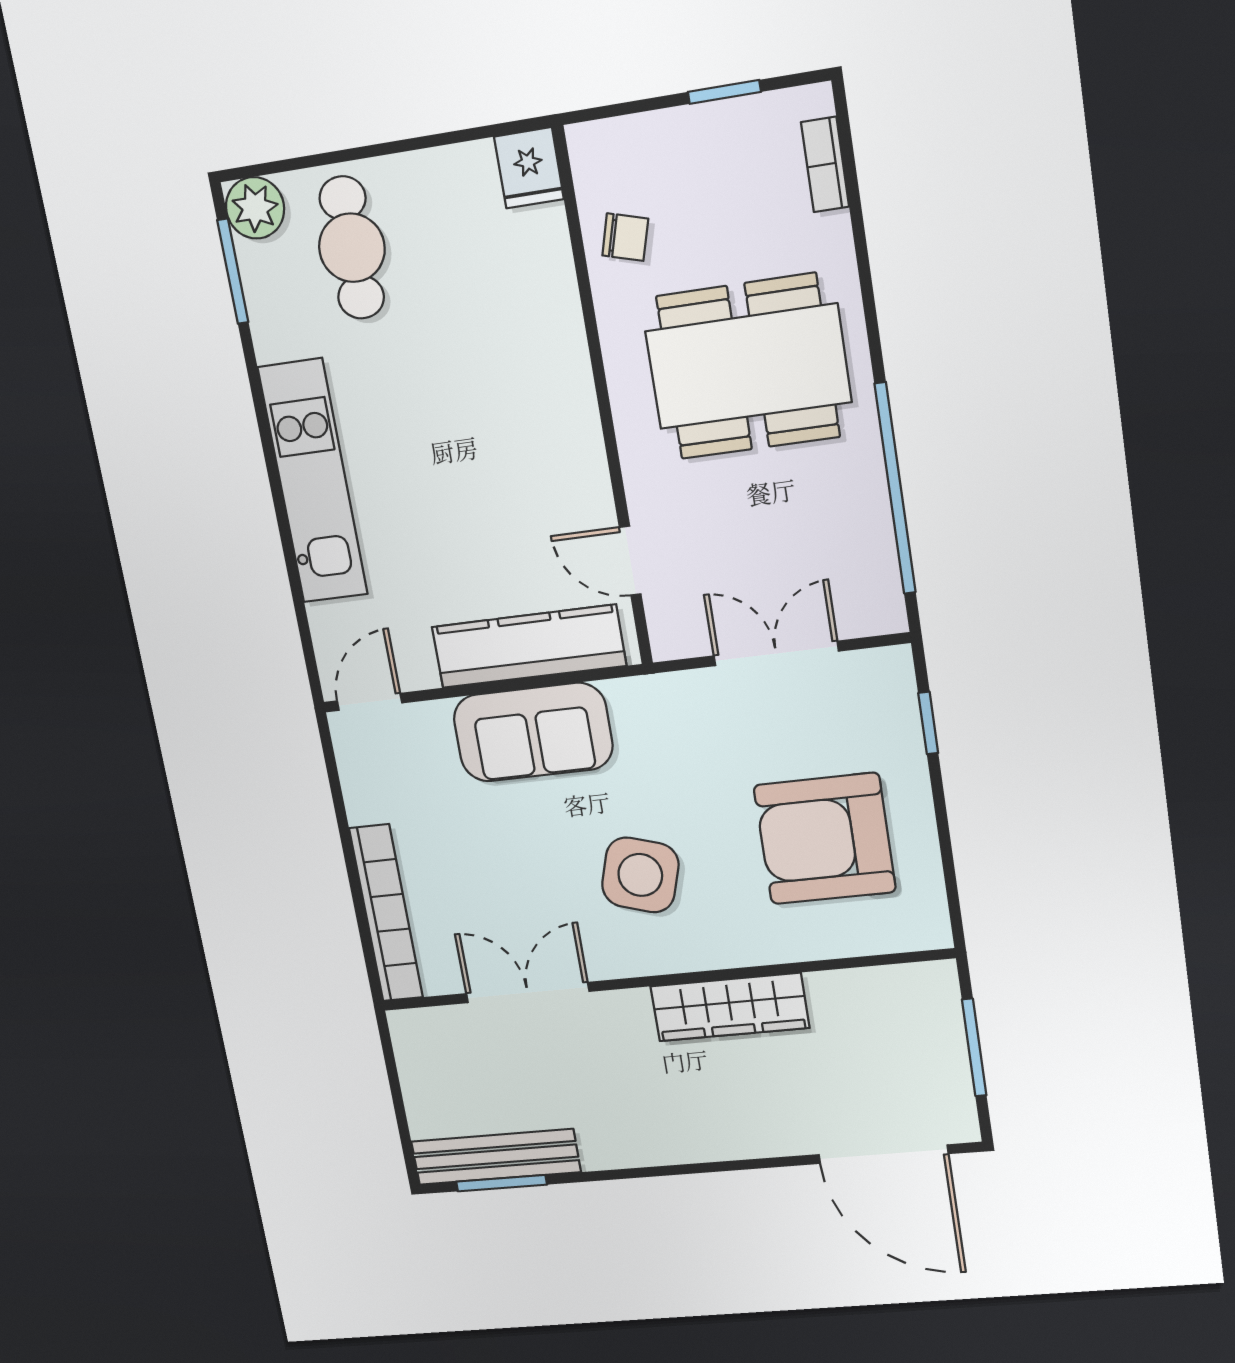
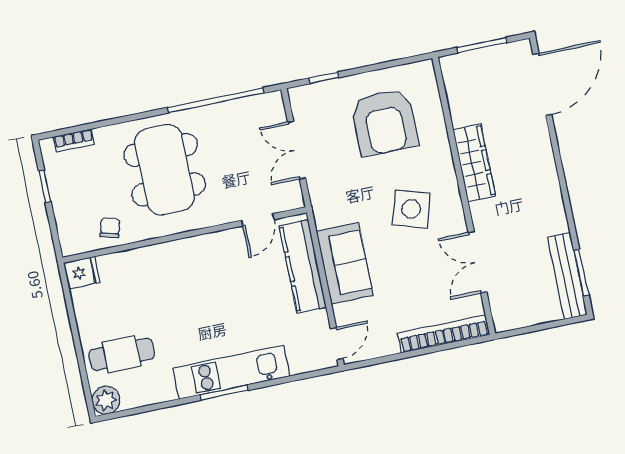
window: (233, 271) -> (224, 393), moved
door: (369, 702) -> (337, 344), swing flipped

